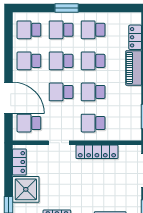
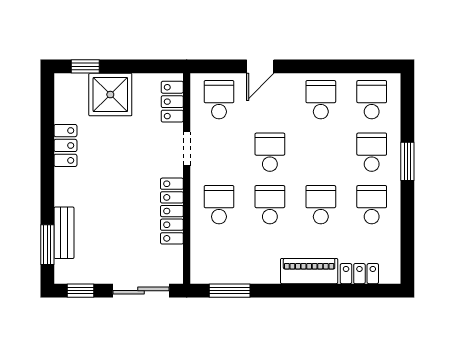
school desk: (61, 61) -> (321, 152), removed
door: (9, 98) -> (260, 66), width x0.53
locker: (19, 162) -> (172, 102), moved, turned 90

